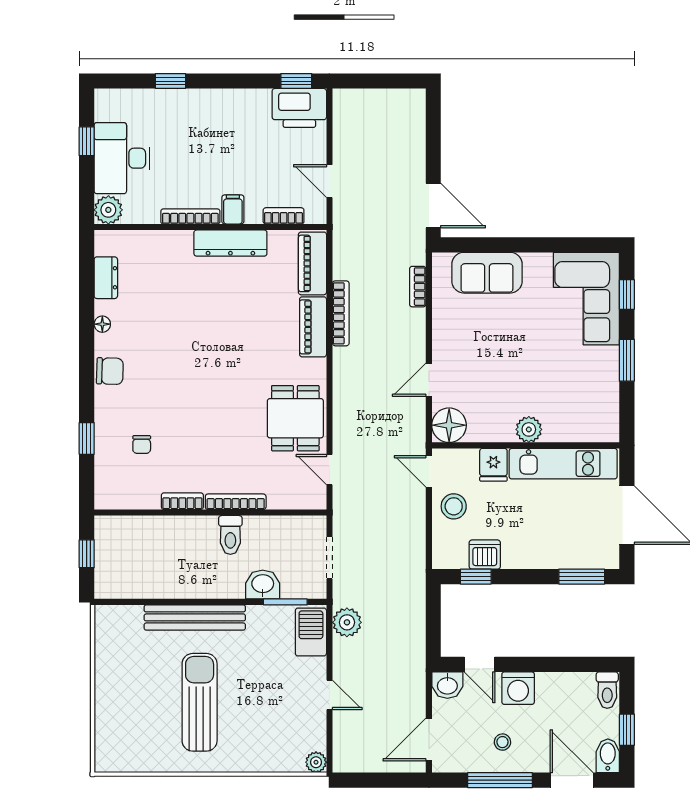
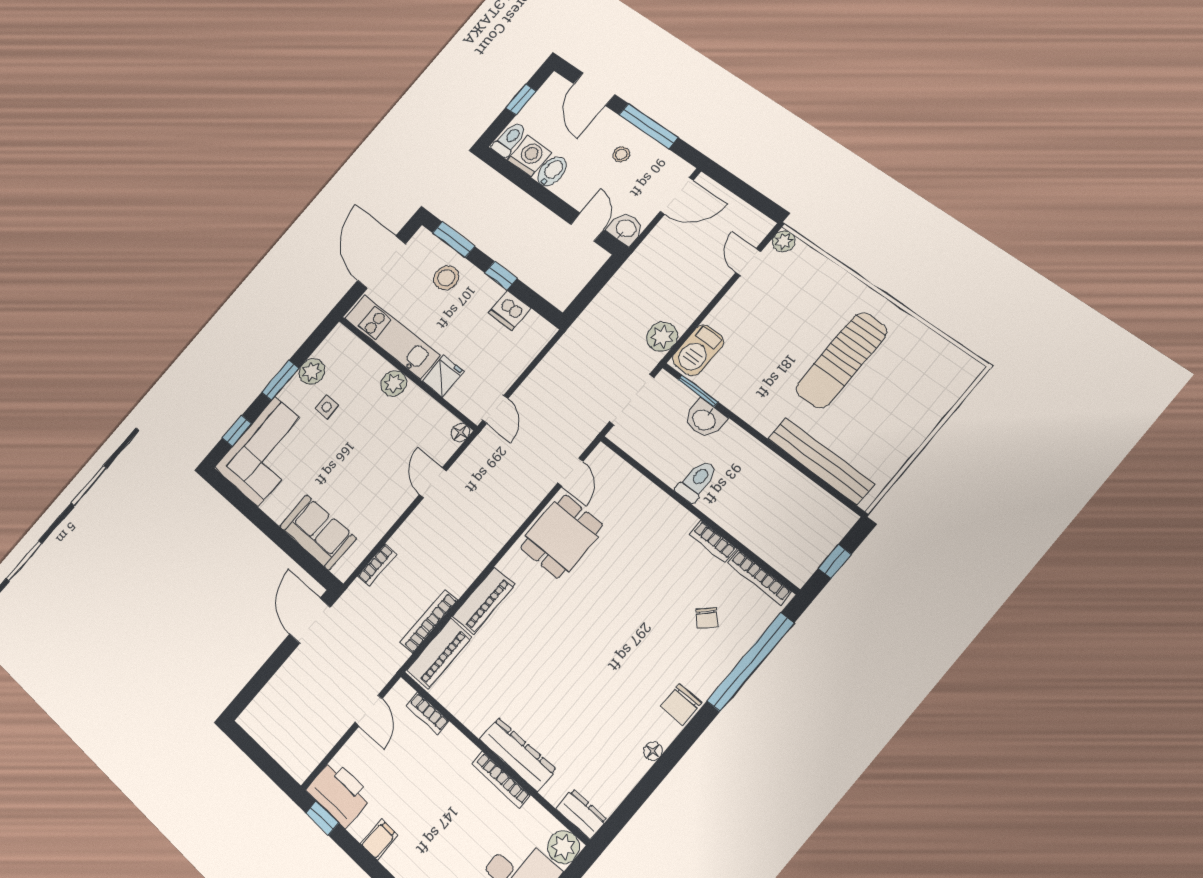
filing cabinet: (233, 209) -> (379, 839), moved, turned 180
dresser: (230, 243) -> (518, 754), moved
dresser: (106, 278) -> (581, 814), moved, turned 90
bookcase: (341, 313) -> (429, 622), moved
side table: (568, 370) -> (327, 407), added
chair: (110, 371) -> (681, 704), turned -92
door: (429, 380) -> (433, 483), swing flipped
plant: (606, 387) -> (312, 372), added
floor lamp: (449, 425) -> (460, 433), width x0.53, depth x0.53
window: (87, 438) -> (750, 662), width x3.17
chair: (142, 445) -> (707, 618), turned 135
bookcase: (236, 502) -> (759, 577), moved
stool: (454, 506) -> (446, 278), moved
doorway: (329, 558) -> (632, 400), width x1.38
window: (476, 577) -> (501, 276), moved
bench: (195, 617) -> (821, 461), moved
washing machine: (518, 688) -> (529, 156), moved
door: (329, 695) -> (748, 262), moved
bidet: (608, 756) -> (552, 171), moved, turned 180

